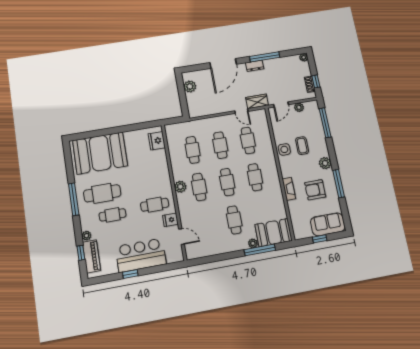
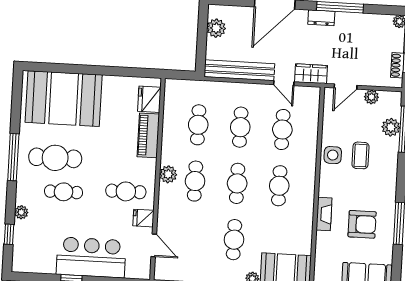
bench: (211, 109) -> (239, 70), added
plant: (325, 163) -> (391, 127), moved
armchair: (315, 190) -> (362, 224), turned 180
piano: (91, 256) -> (148, 135), moved, turned 180

